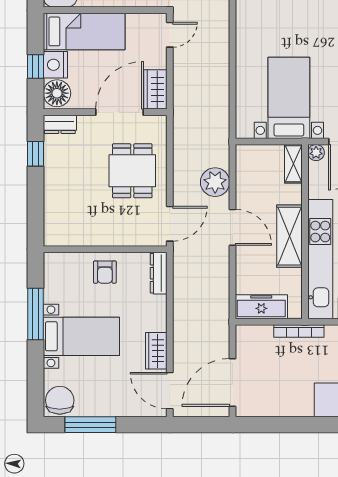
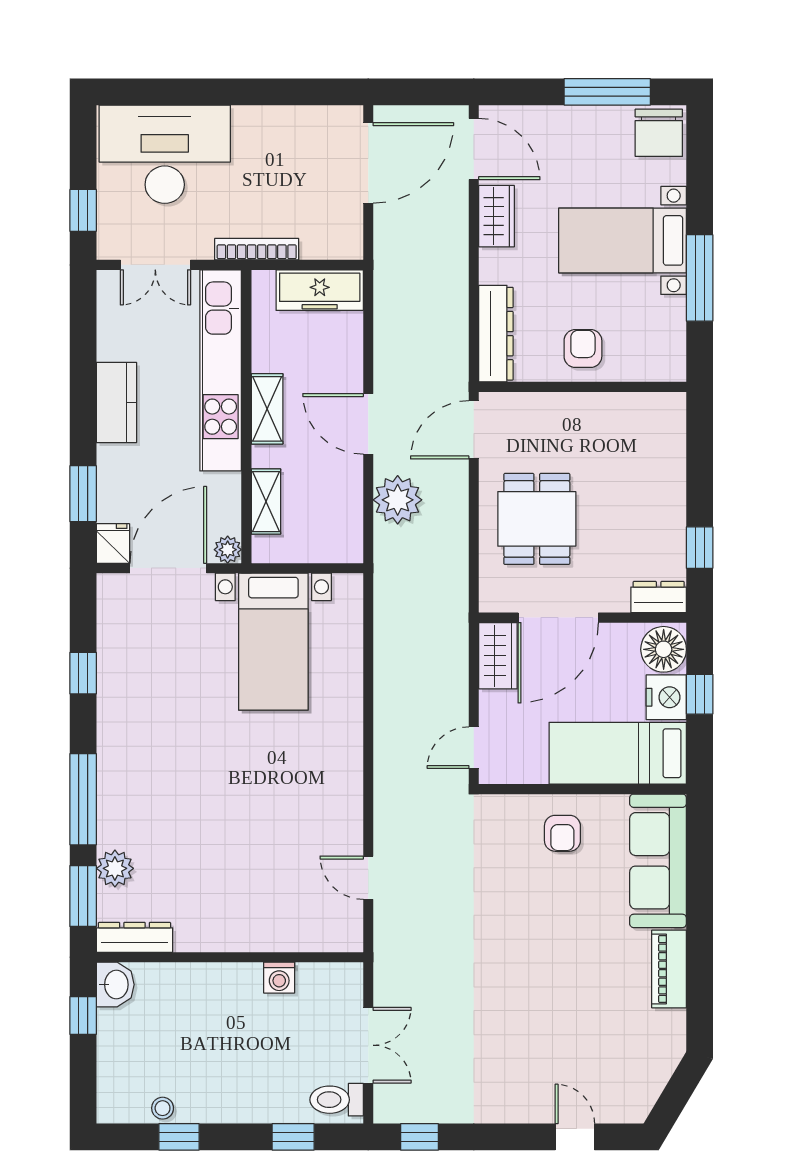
shelving: (293, 164) -> (266, 502), moved
shelving: (289, 236) -> (267, 409), width x0.67, depth x0.75
dresser: (159, 273) -> (496, 334), width x1.37, depth x1.24

